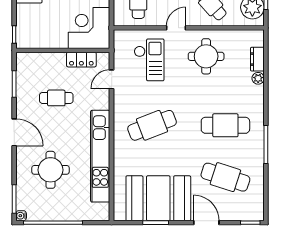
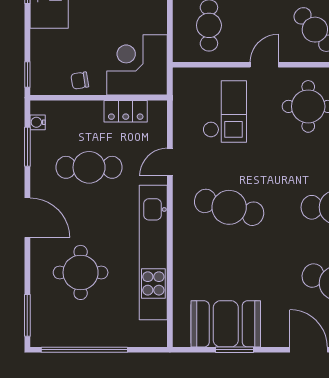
chair: (50, 39) -> (80, 81), added
door: (112, 79) -> (170, 162), moved
cafe table: (56, 98) -> (89, 167), width x1.37, depth x1.35
cafe table: (152, 125) -> (229, 207), turned 36
booth: (158, 198) -> (226, 324), width x0.73, depth x0.70
water cooler: (21, 216) -> (38, 122), moved

